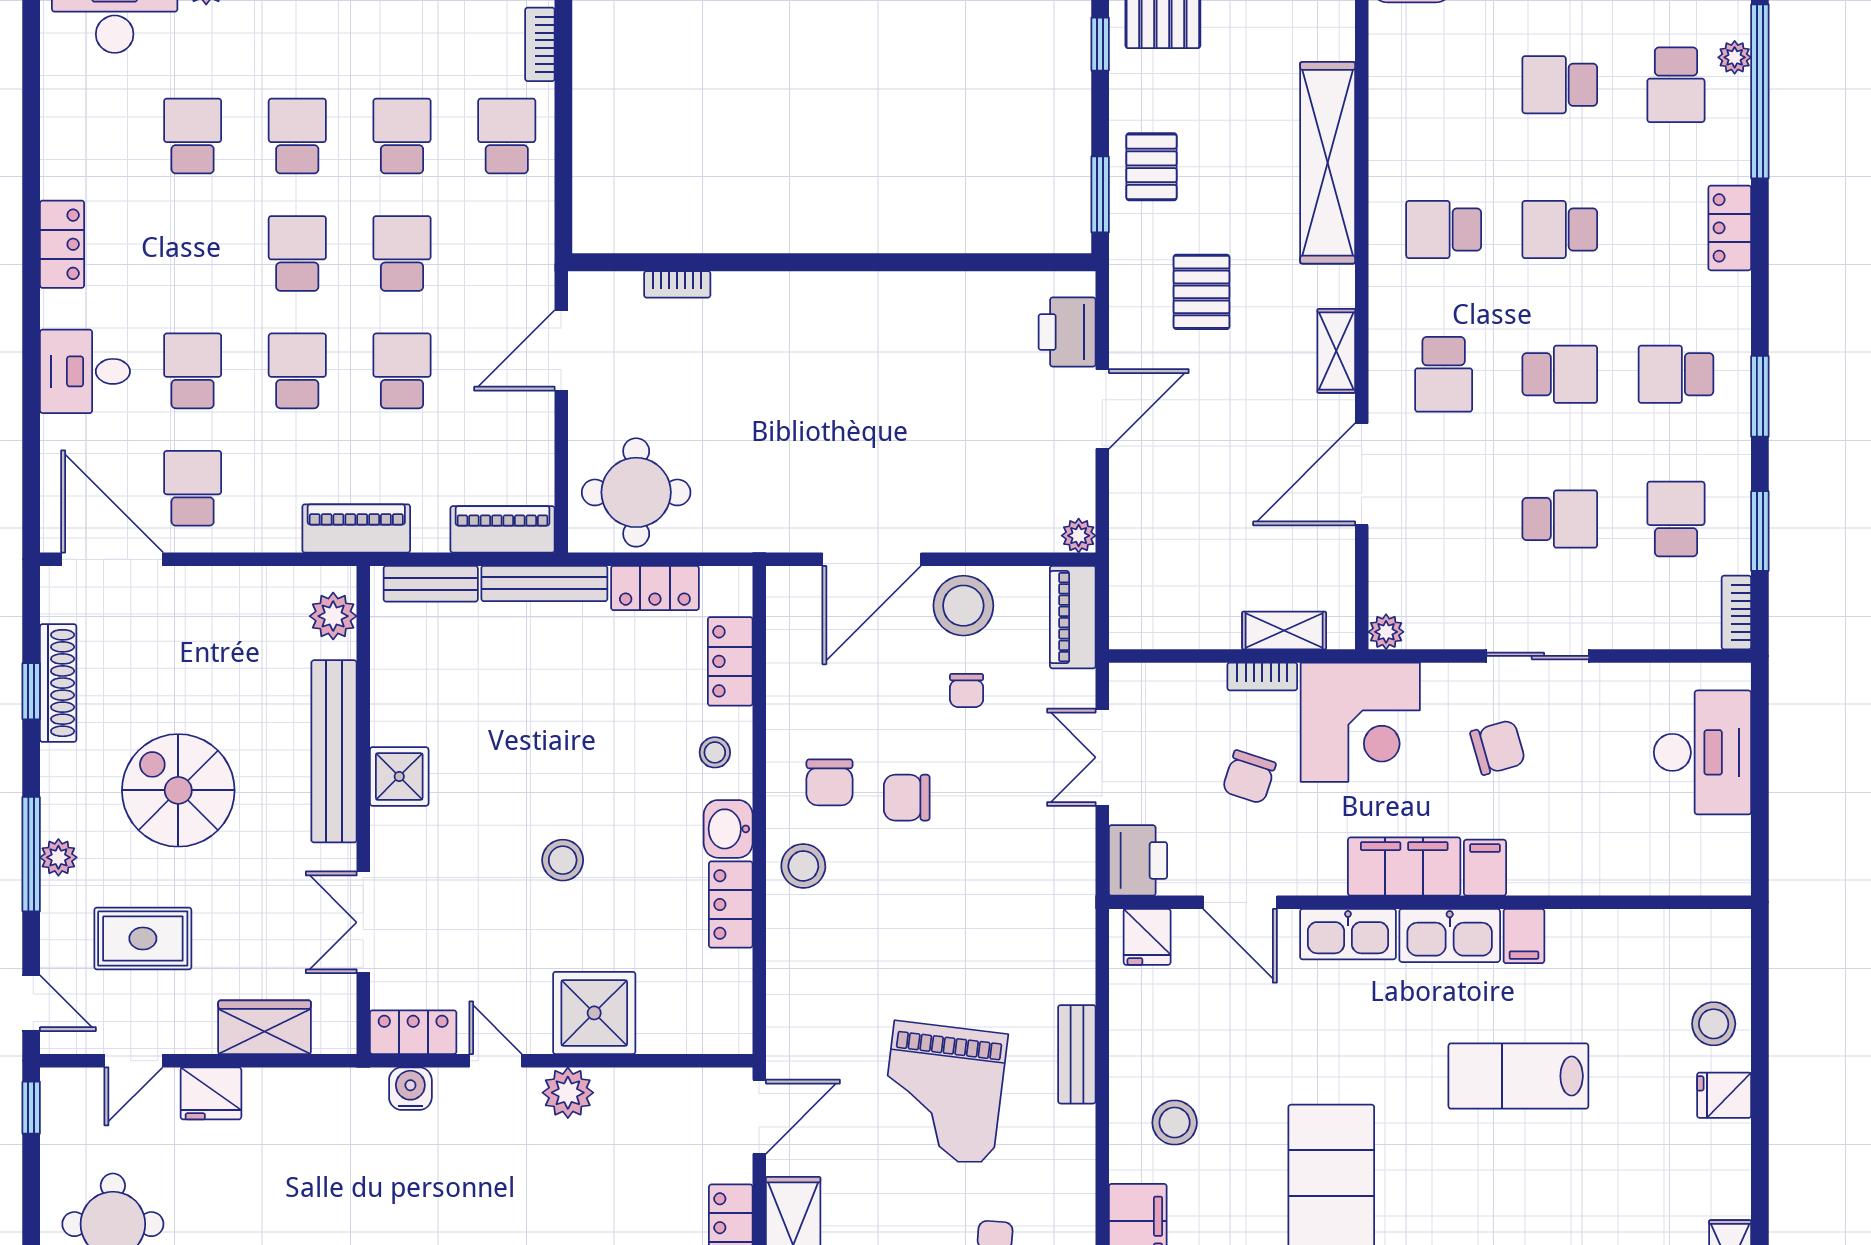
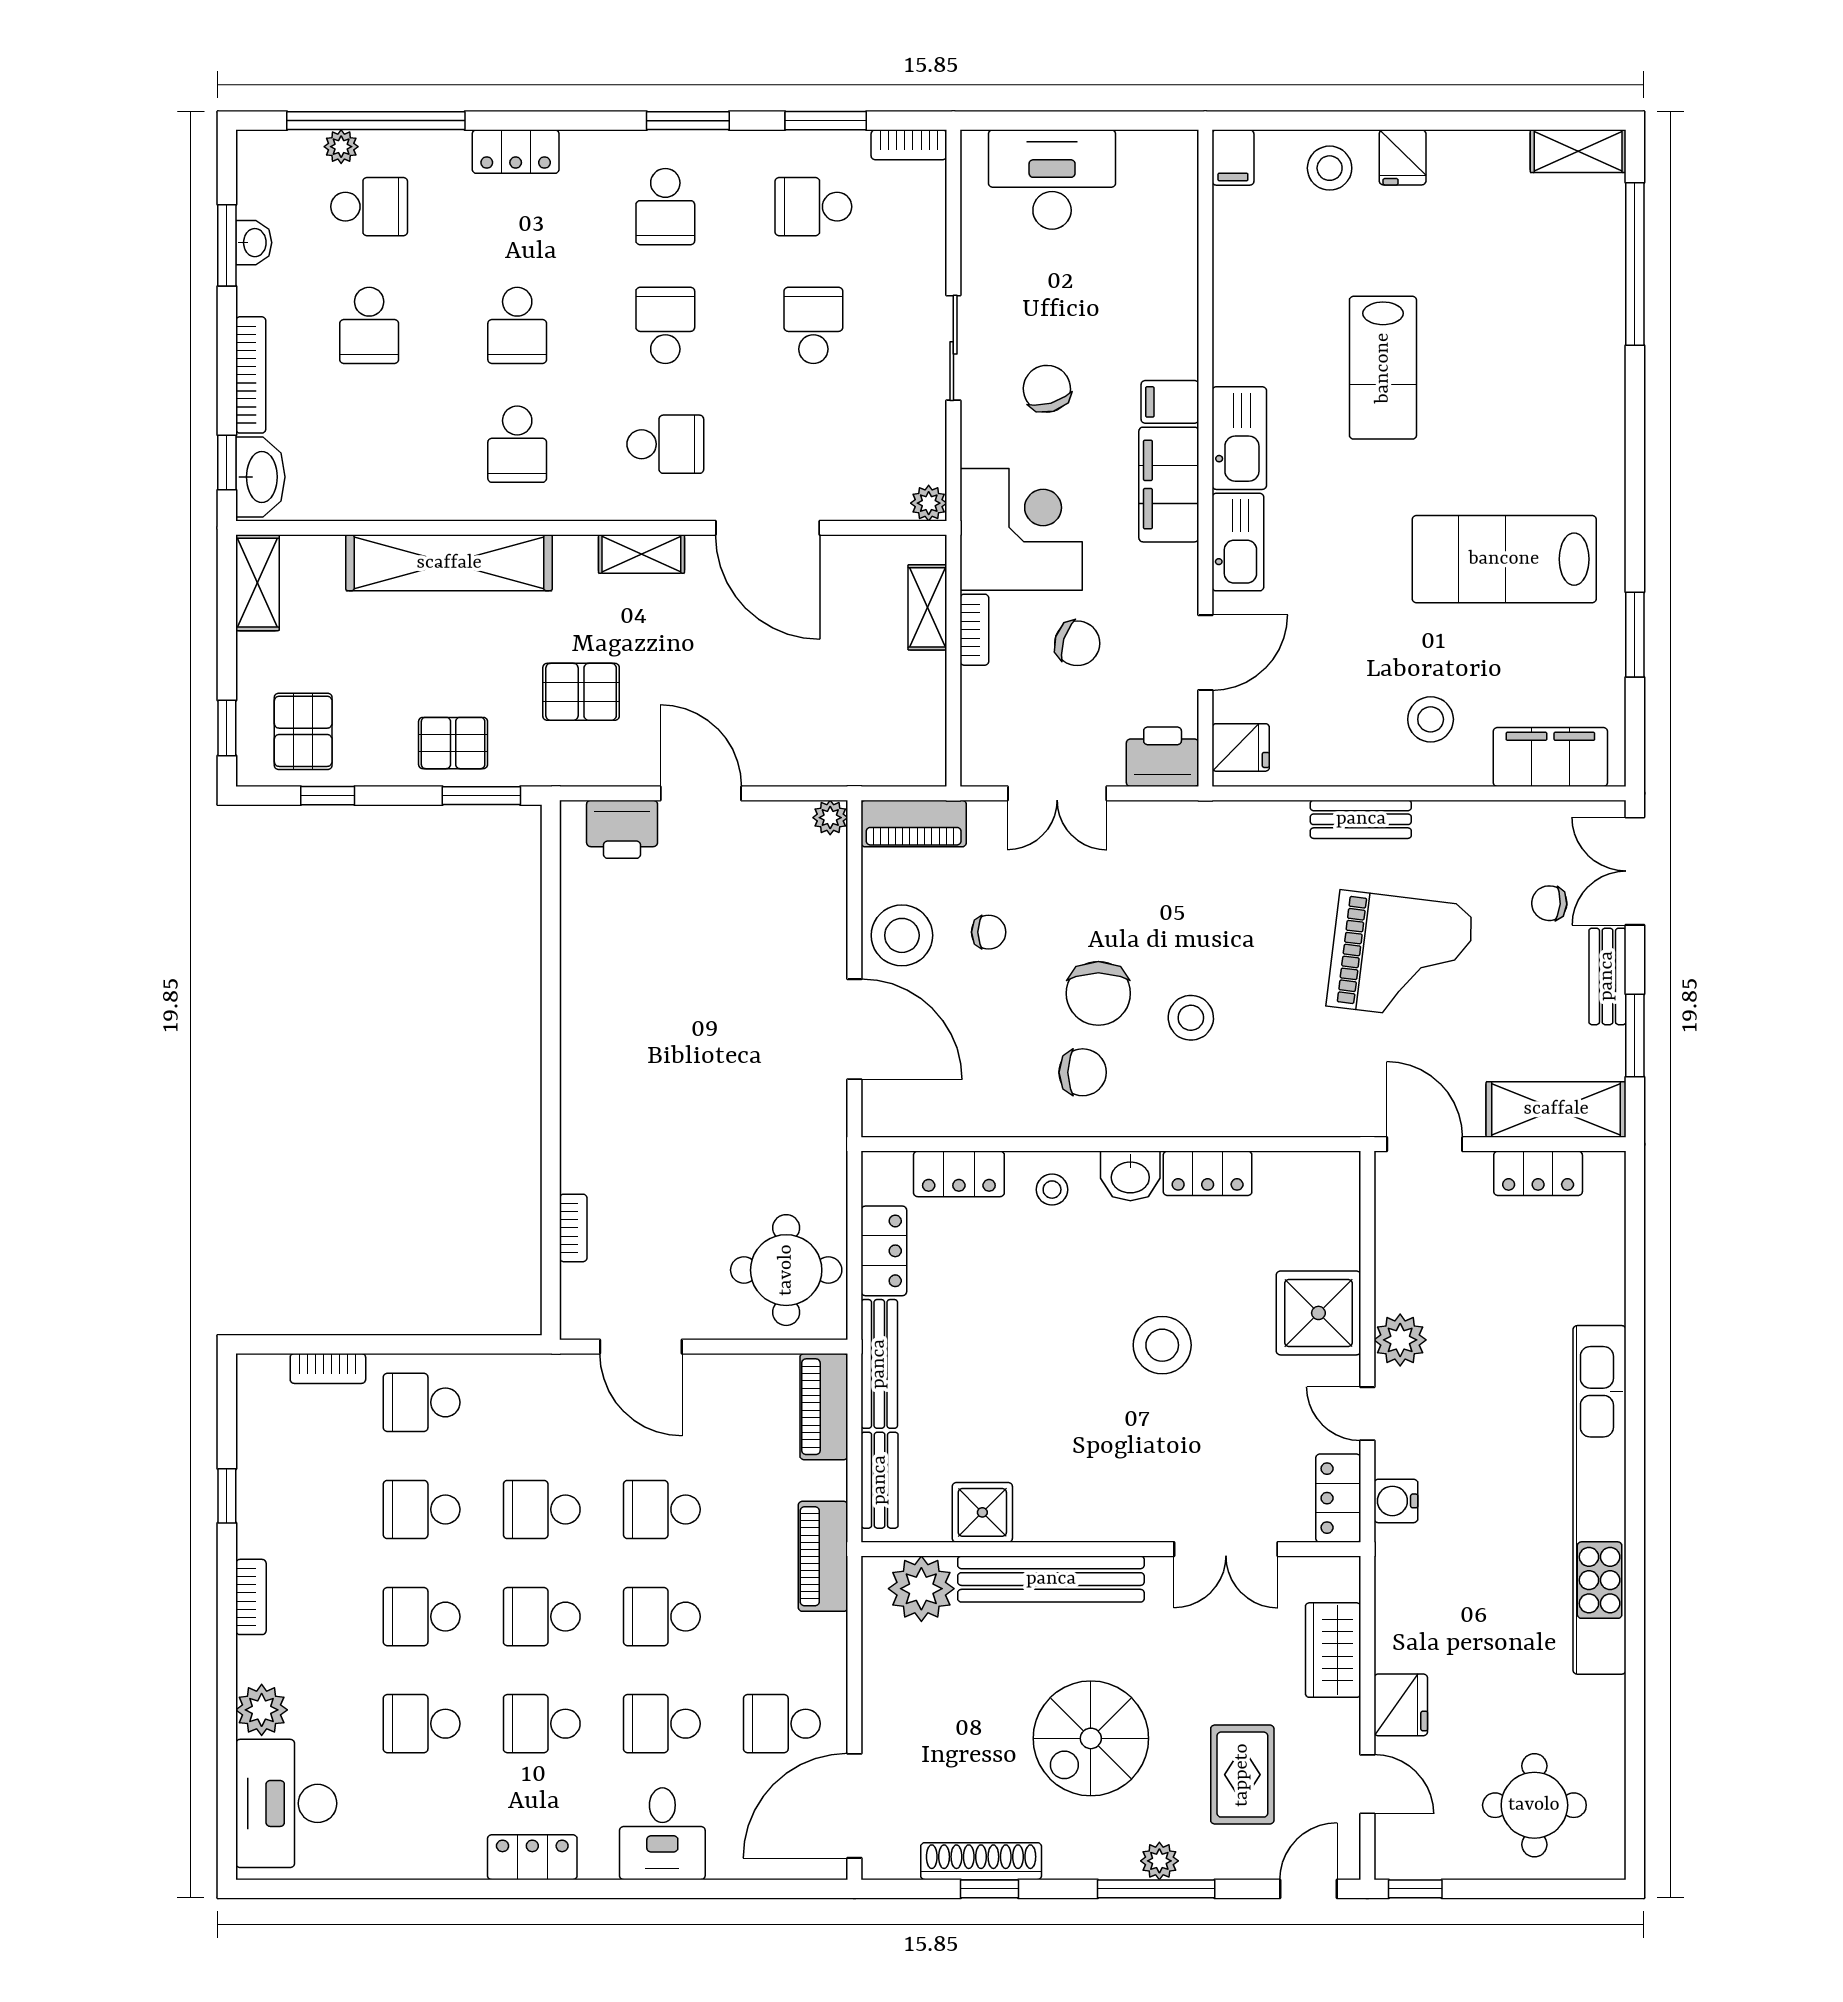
school desk: (193, 253) -> (542, 1724), added
plant: (333, 616) -> (921, 1589), width x1.36, depth x1.36
shower: (399, 776) -> (982, 1512), moved
chair: (907, 798) -> (1098, 993), width x1.37, depth x1.37
stool: (563, 860) -> (1162, 1345), width x1.38, depth x1.38
stool: (803, 866) -> (1191, 1018), moved
filing cabinet: (1524, 936) -> (1233, 158), moved, turned 90
door: (496, 1061) -> (1367, 1414), hinge flipped

